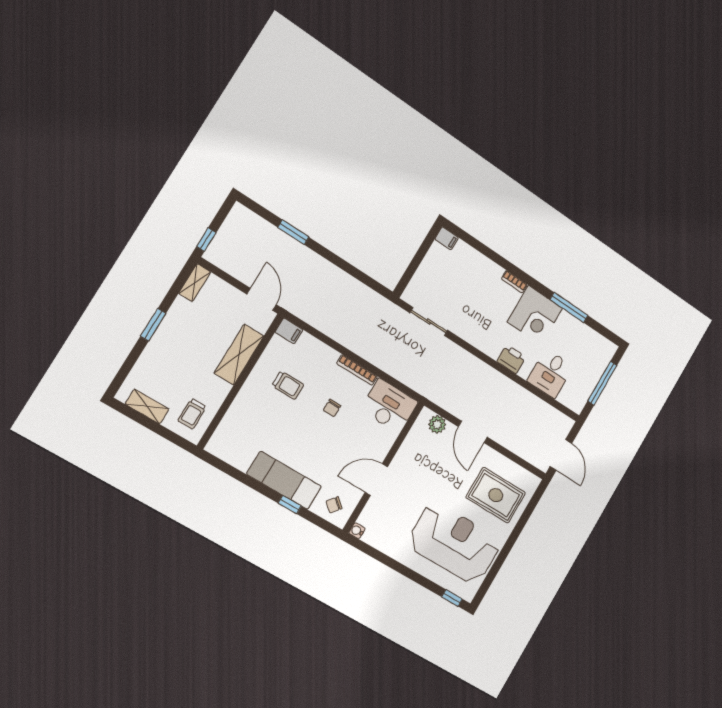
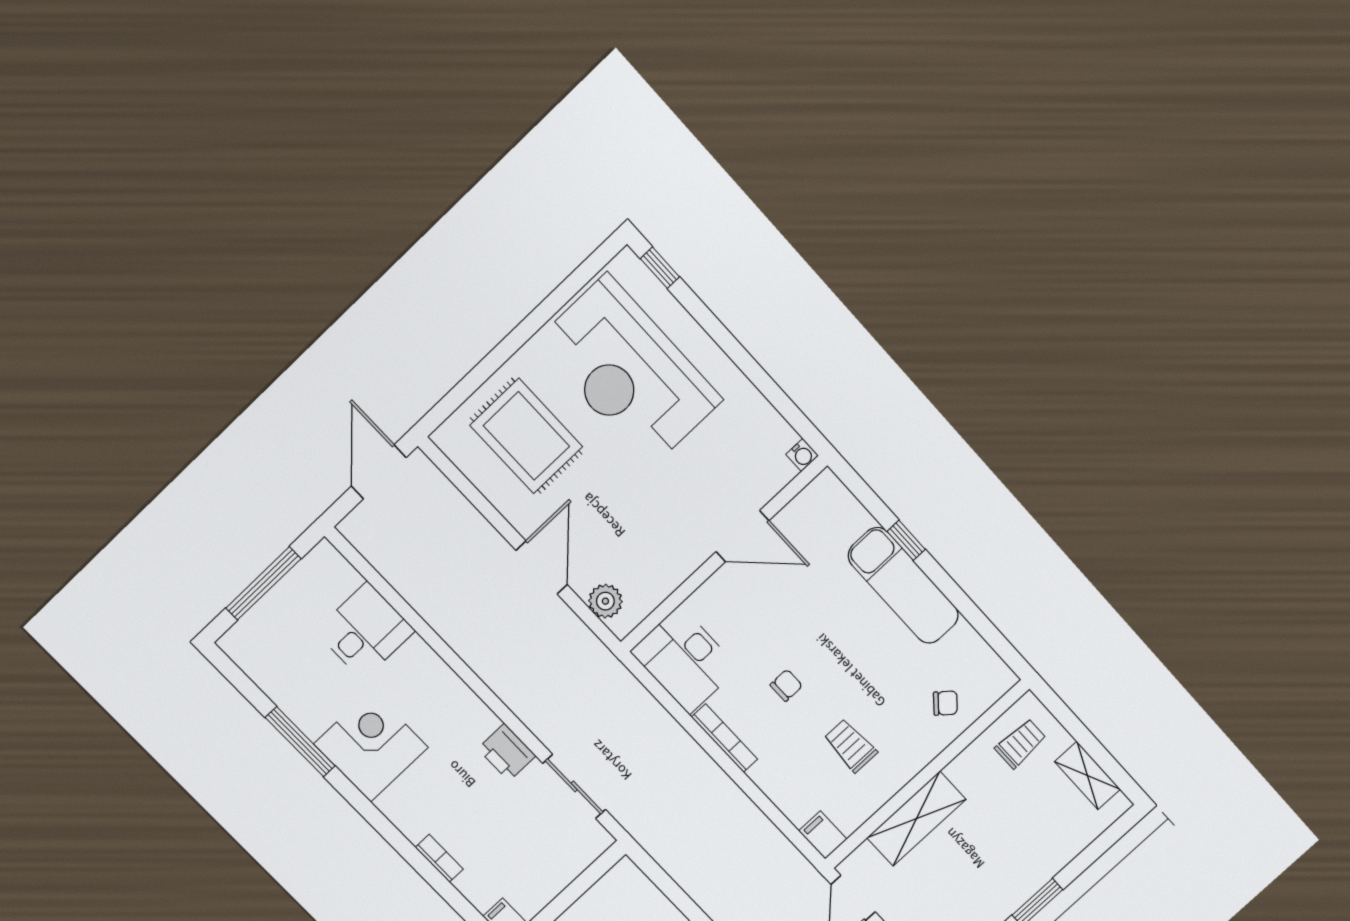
bookcase: (514, 282) -> (439, 858), moved
printer: (511, 359) -> (507, 752), moved
chair: (334, 505) -> (945, 703), moved

